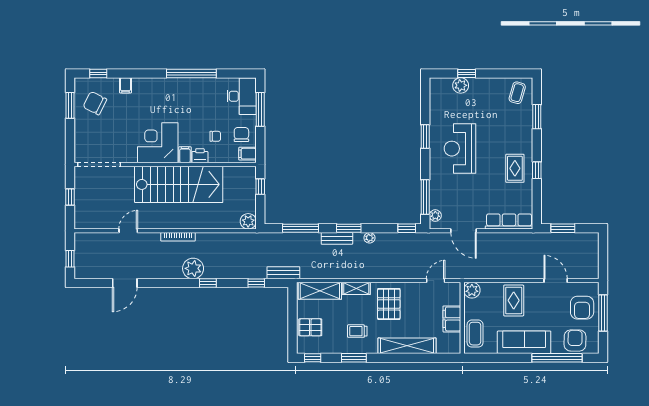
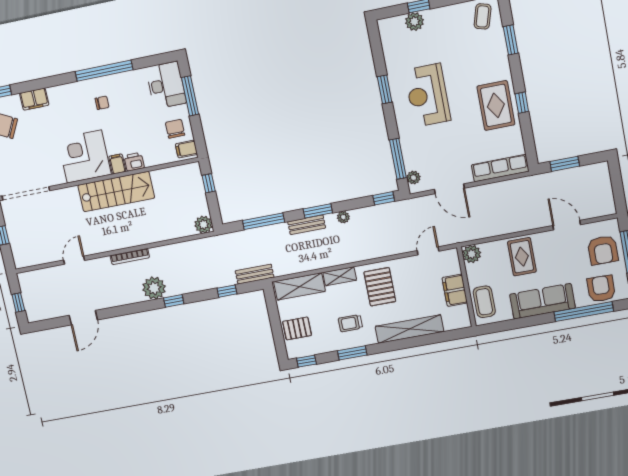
filing cabinet: (126, 85) -> (34, 99), width x2.00
chair: (215, 136) -> (102, 103), moved
rug: (515, 168) -> (496, 105), width x1.36, depth x1.43
stairs: (179, 184) -> (116, 192), width x0.73, depth x0.66

